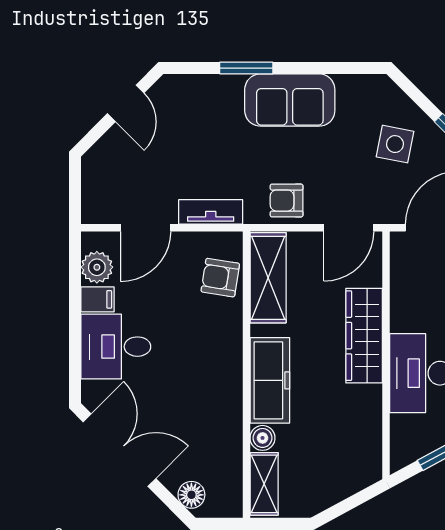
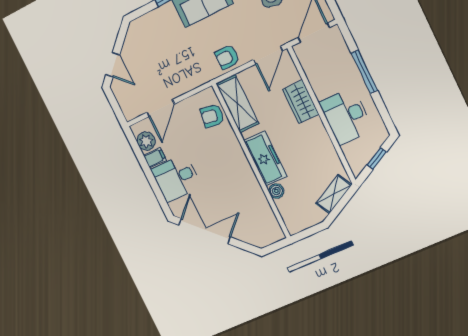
door: (126, 103) -> (113, 65), moved
tv unit: (211, 212) -> (190, 83), removed
wardrobe: (364, 336) -> (301, 102), width x0.67
shelving: (264, 484) -> (334, 194), moved, turned 62
floor lamp: (191, 495) -> (253, 238), removed

